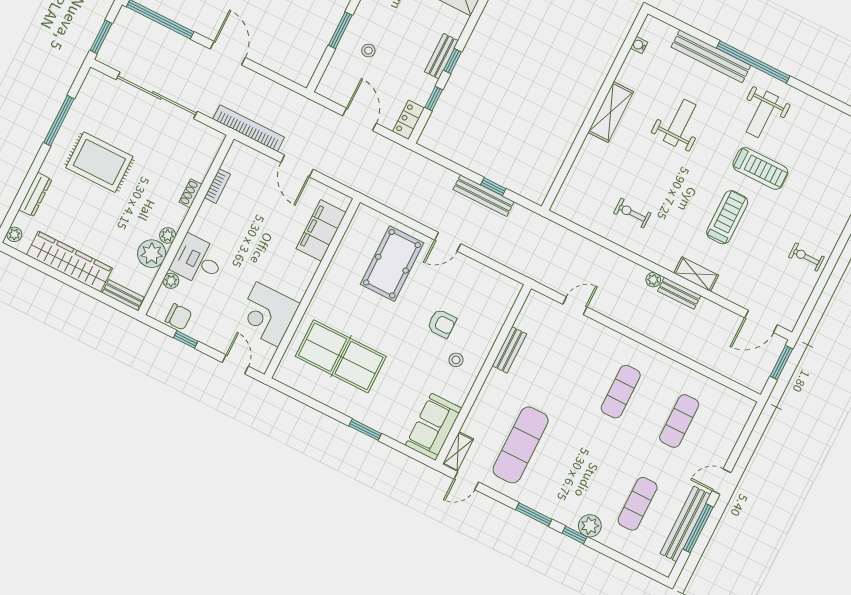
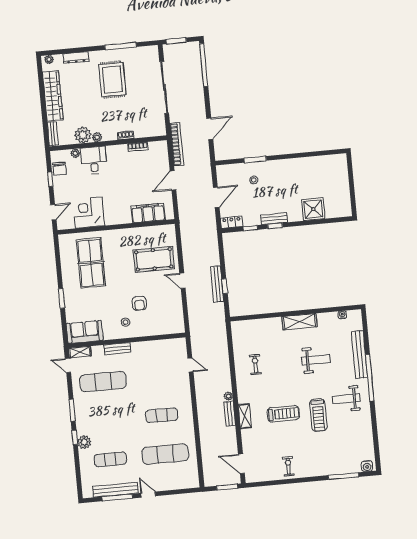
door: (228, 53) -> (210, 129), moved
bench: (509, 350) -> (117, 349), moved
exercise mat: (679, 421) -> (165, 454), width x1.36, depth x1.45

